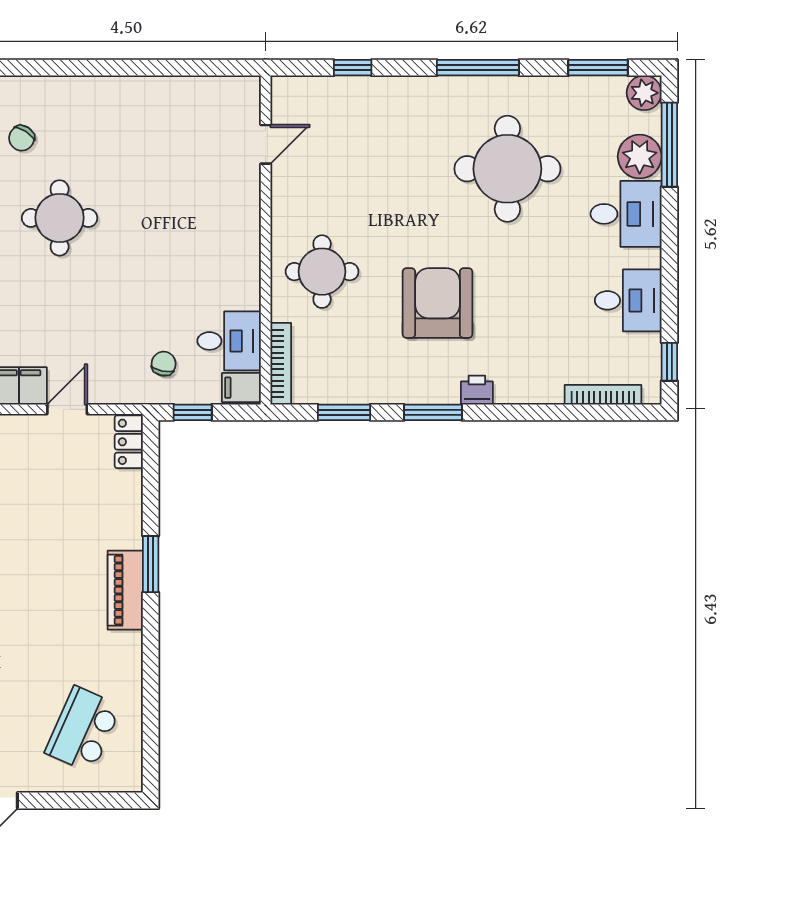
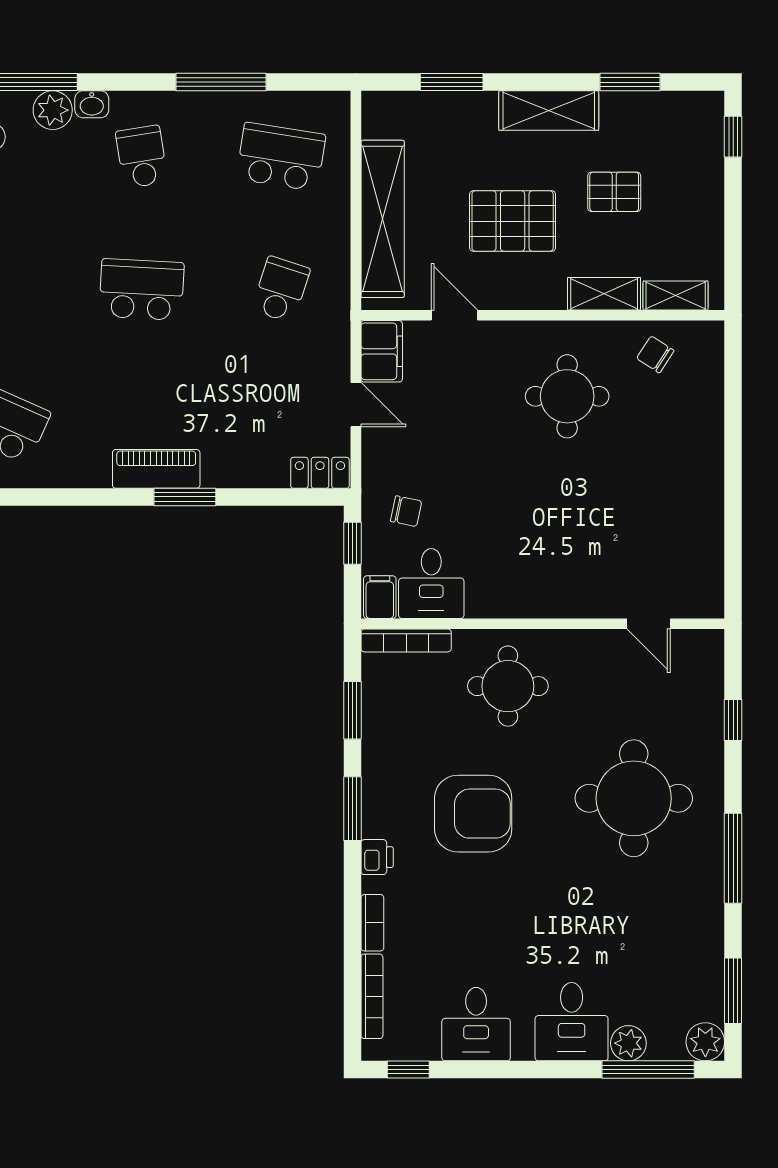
plant: (640, 157) -> (628, 1043), width x0.73, depth x0.73
round table: (507, 169) -> (634, 798), moved
bookcase: (536, 394) -> (372, 923), added

